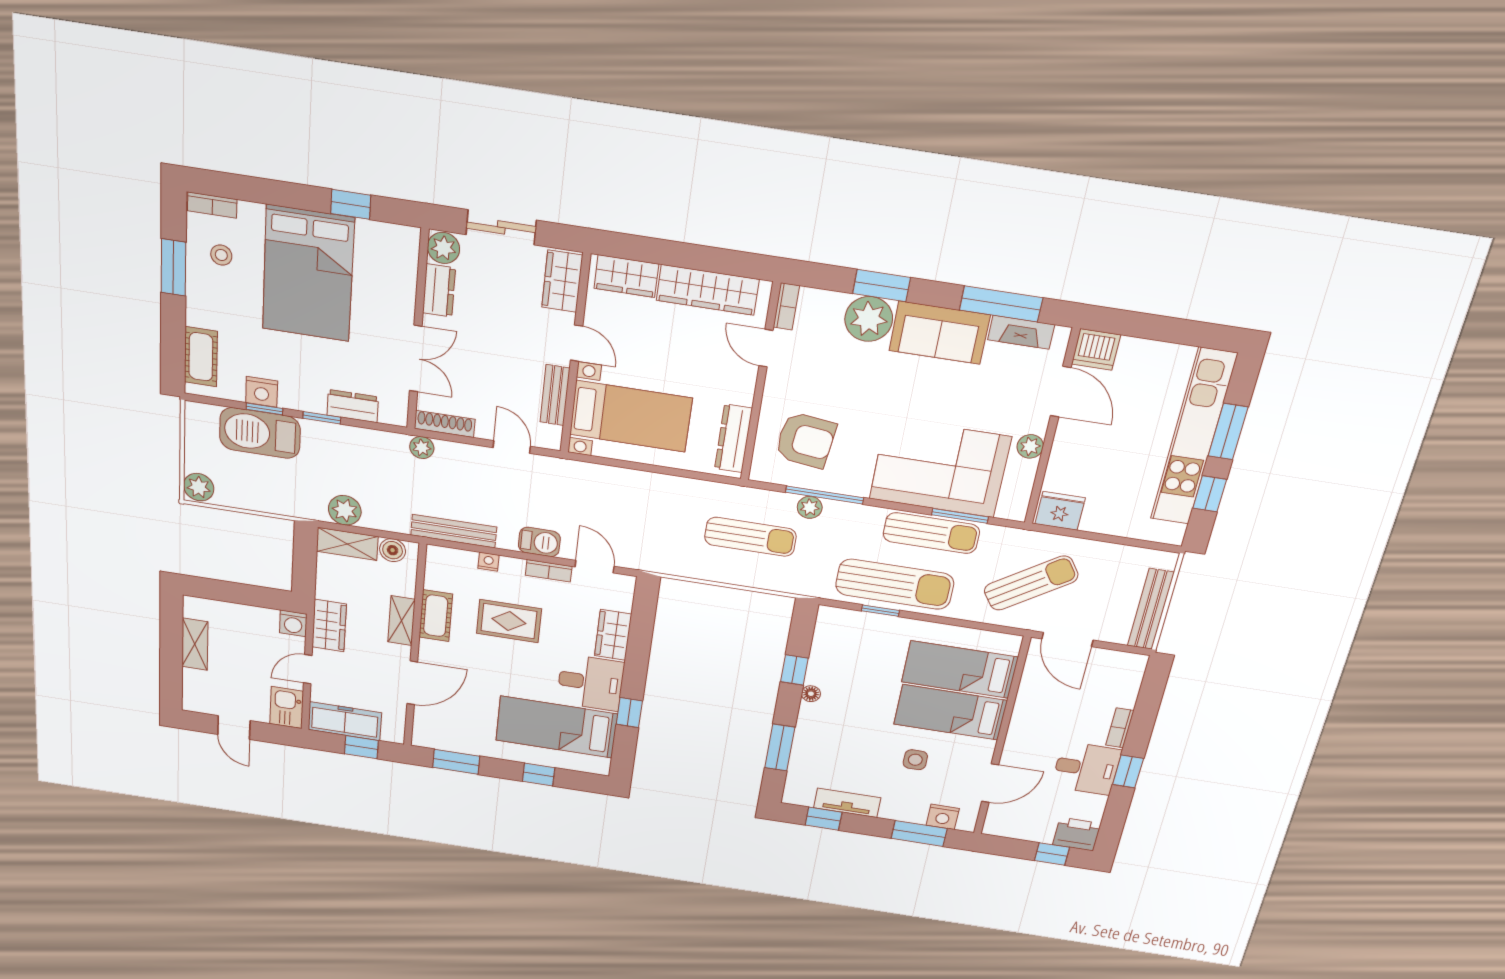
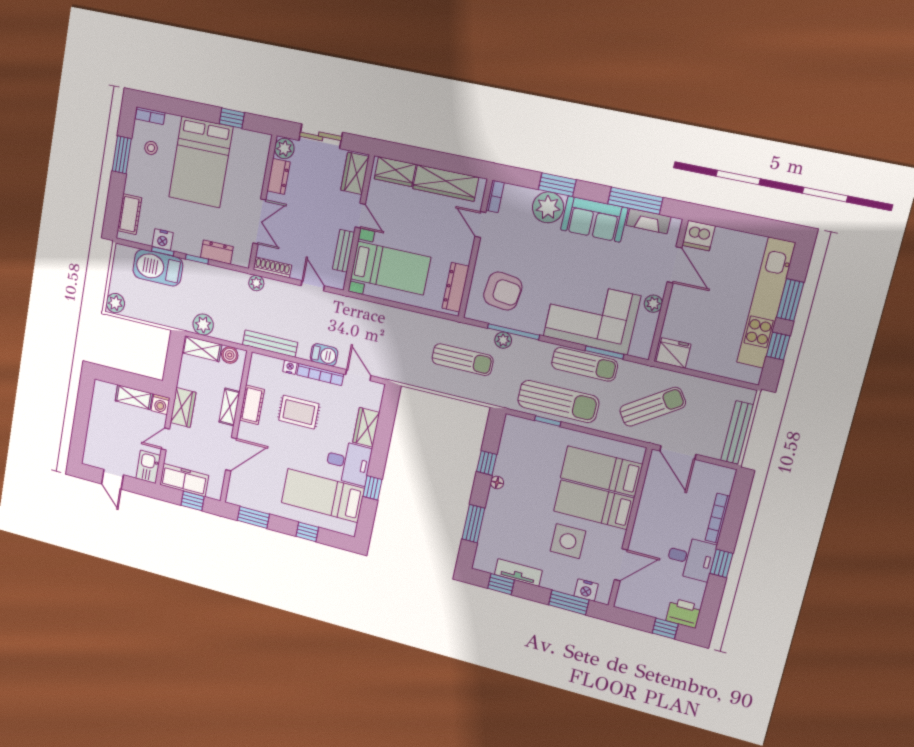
bookcase: (549, 571) -> (320, 374), width x1.56
shelving: (195, 644) -> (134, 397), moved, turned 90
bookcase: (1120, 728) -> (718, 518), width x1.56
side table: (915, 760) -> (568, 541), width x1.87, depth x1.87

